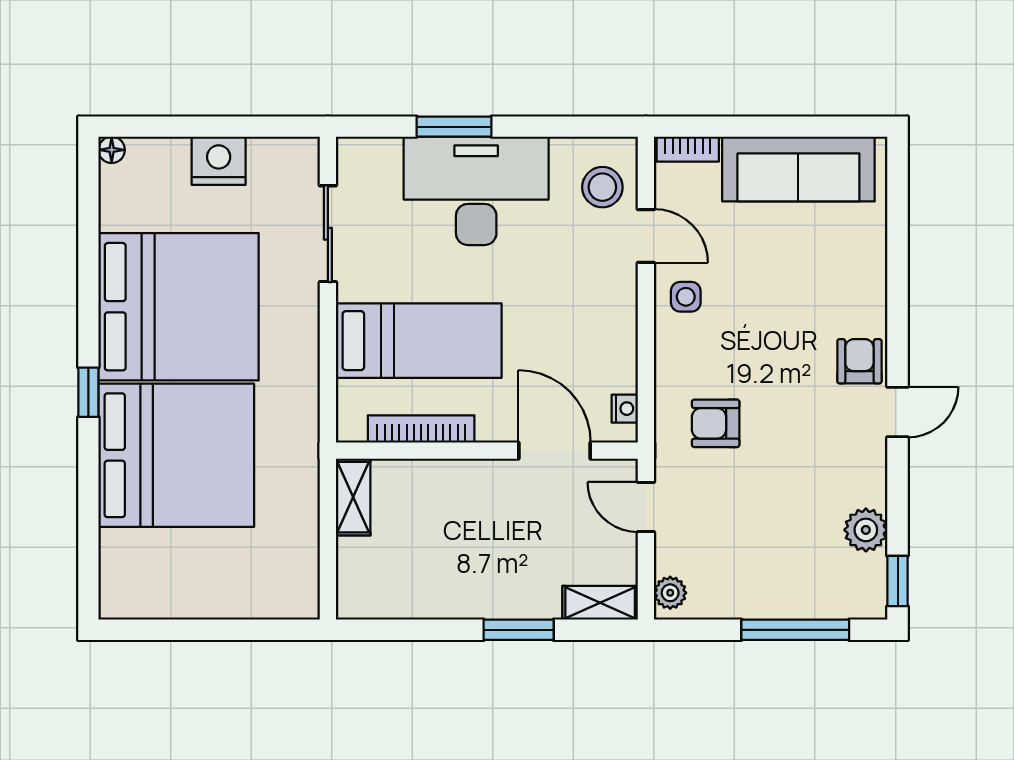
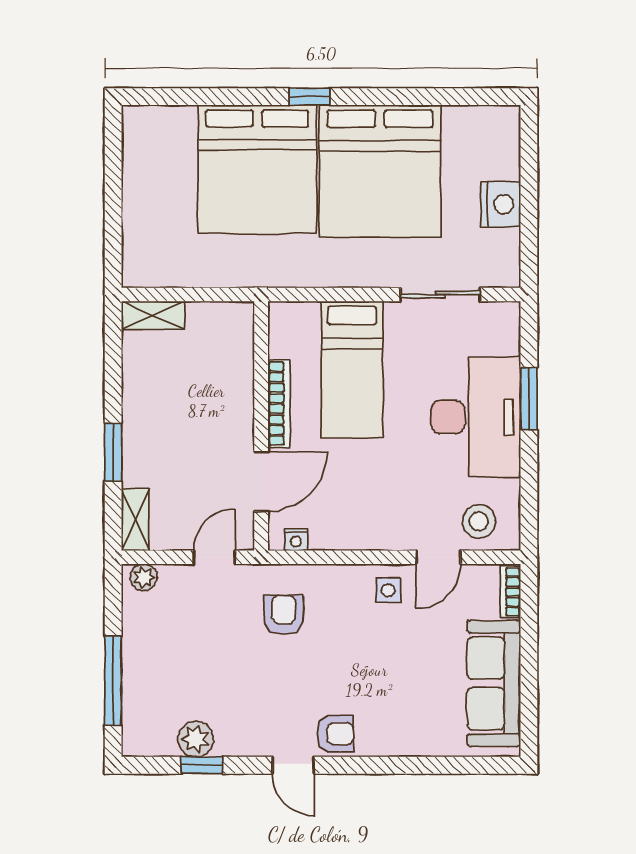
floor lamp: (112, 150) -> (510, 116), removed
bookcase: (421, 429) -> (279, 404), moved
shelving: (353, 497) -> (153, 315), moved
window: (898, 581) -> (202, 765), moved

